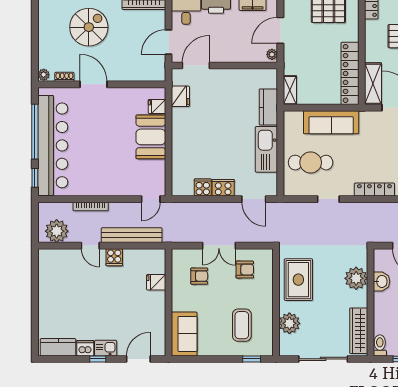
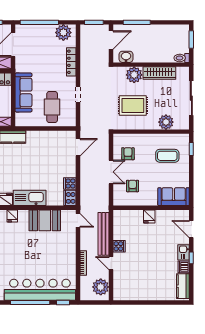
booth: (151, 137) -> (45, 220), moved
kitchen sink: (266, 149) -> (30, 198), moved, turned 180
cooker: (223, 188) -> (70, 198), moved
door: (90, 246) -> (111, 263), swing flipped
rug: (298, 280) -> (133, 106), moved
washbasin: (381, 281) -> (126, 57), moved
fridge: (156, 282) -> (149, 216), moved
wardrobe: (359, 331) -> (159, 73), moved

